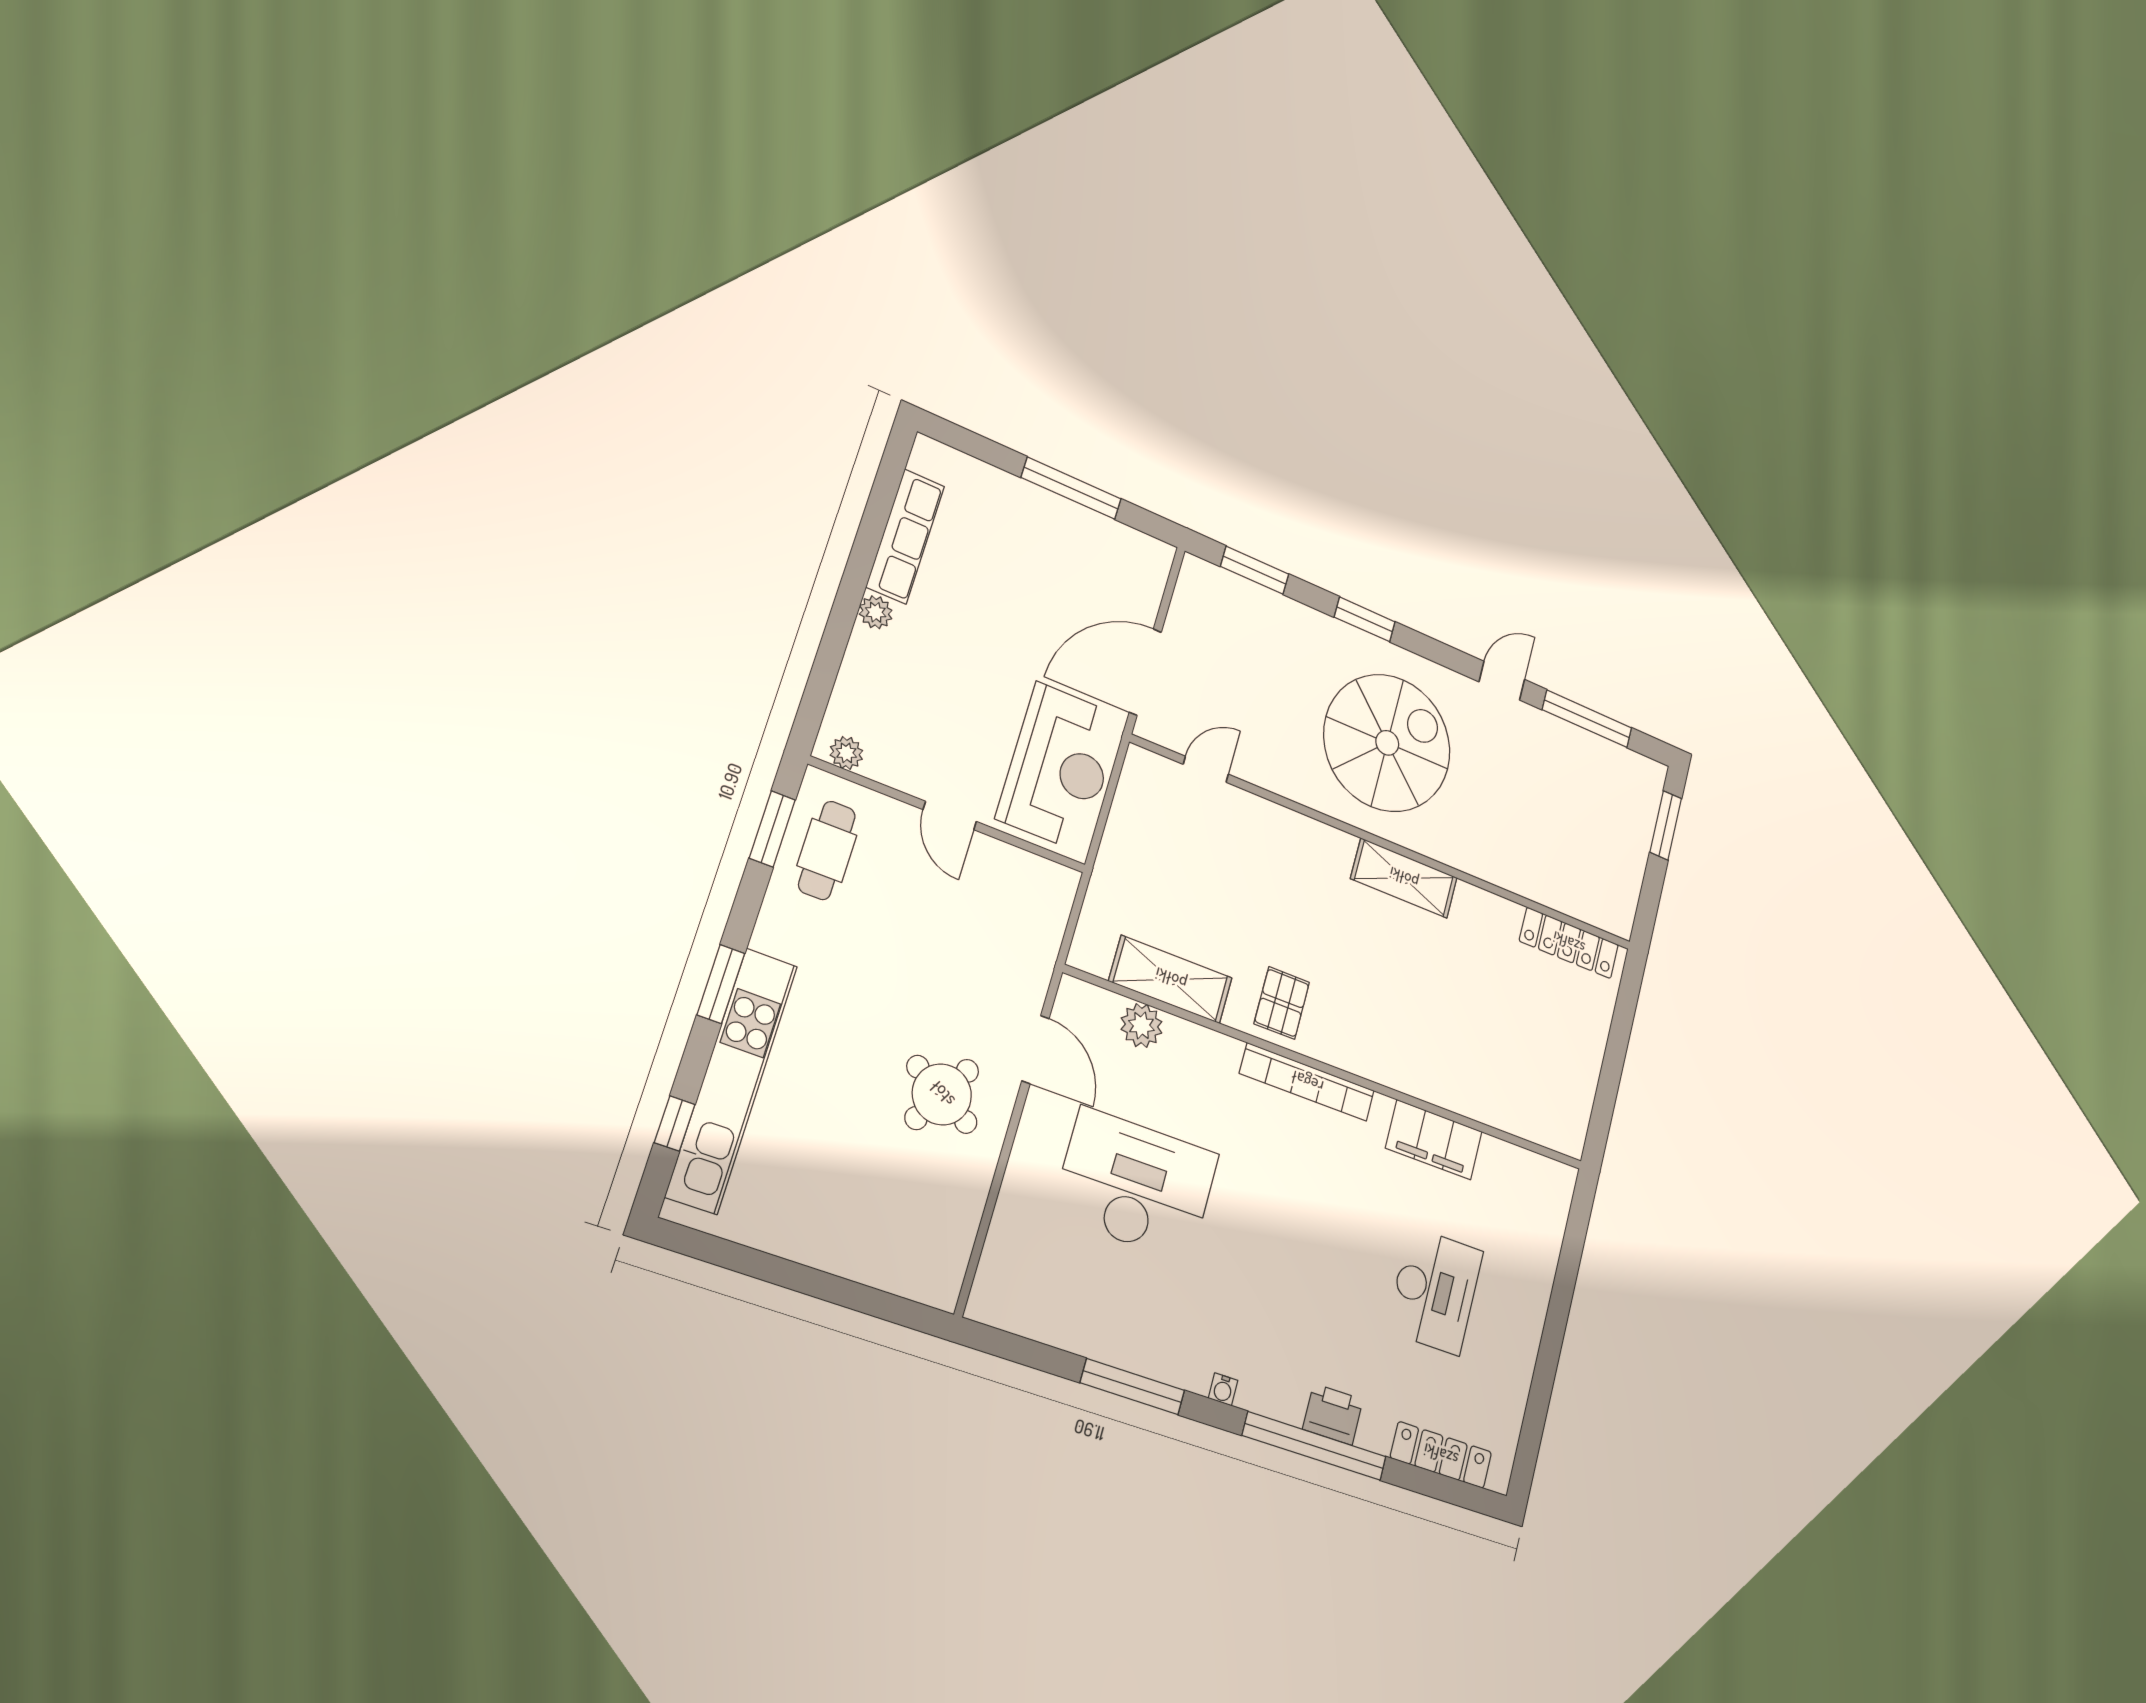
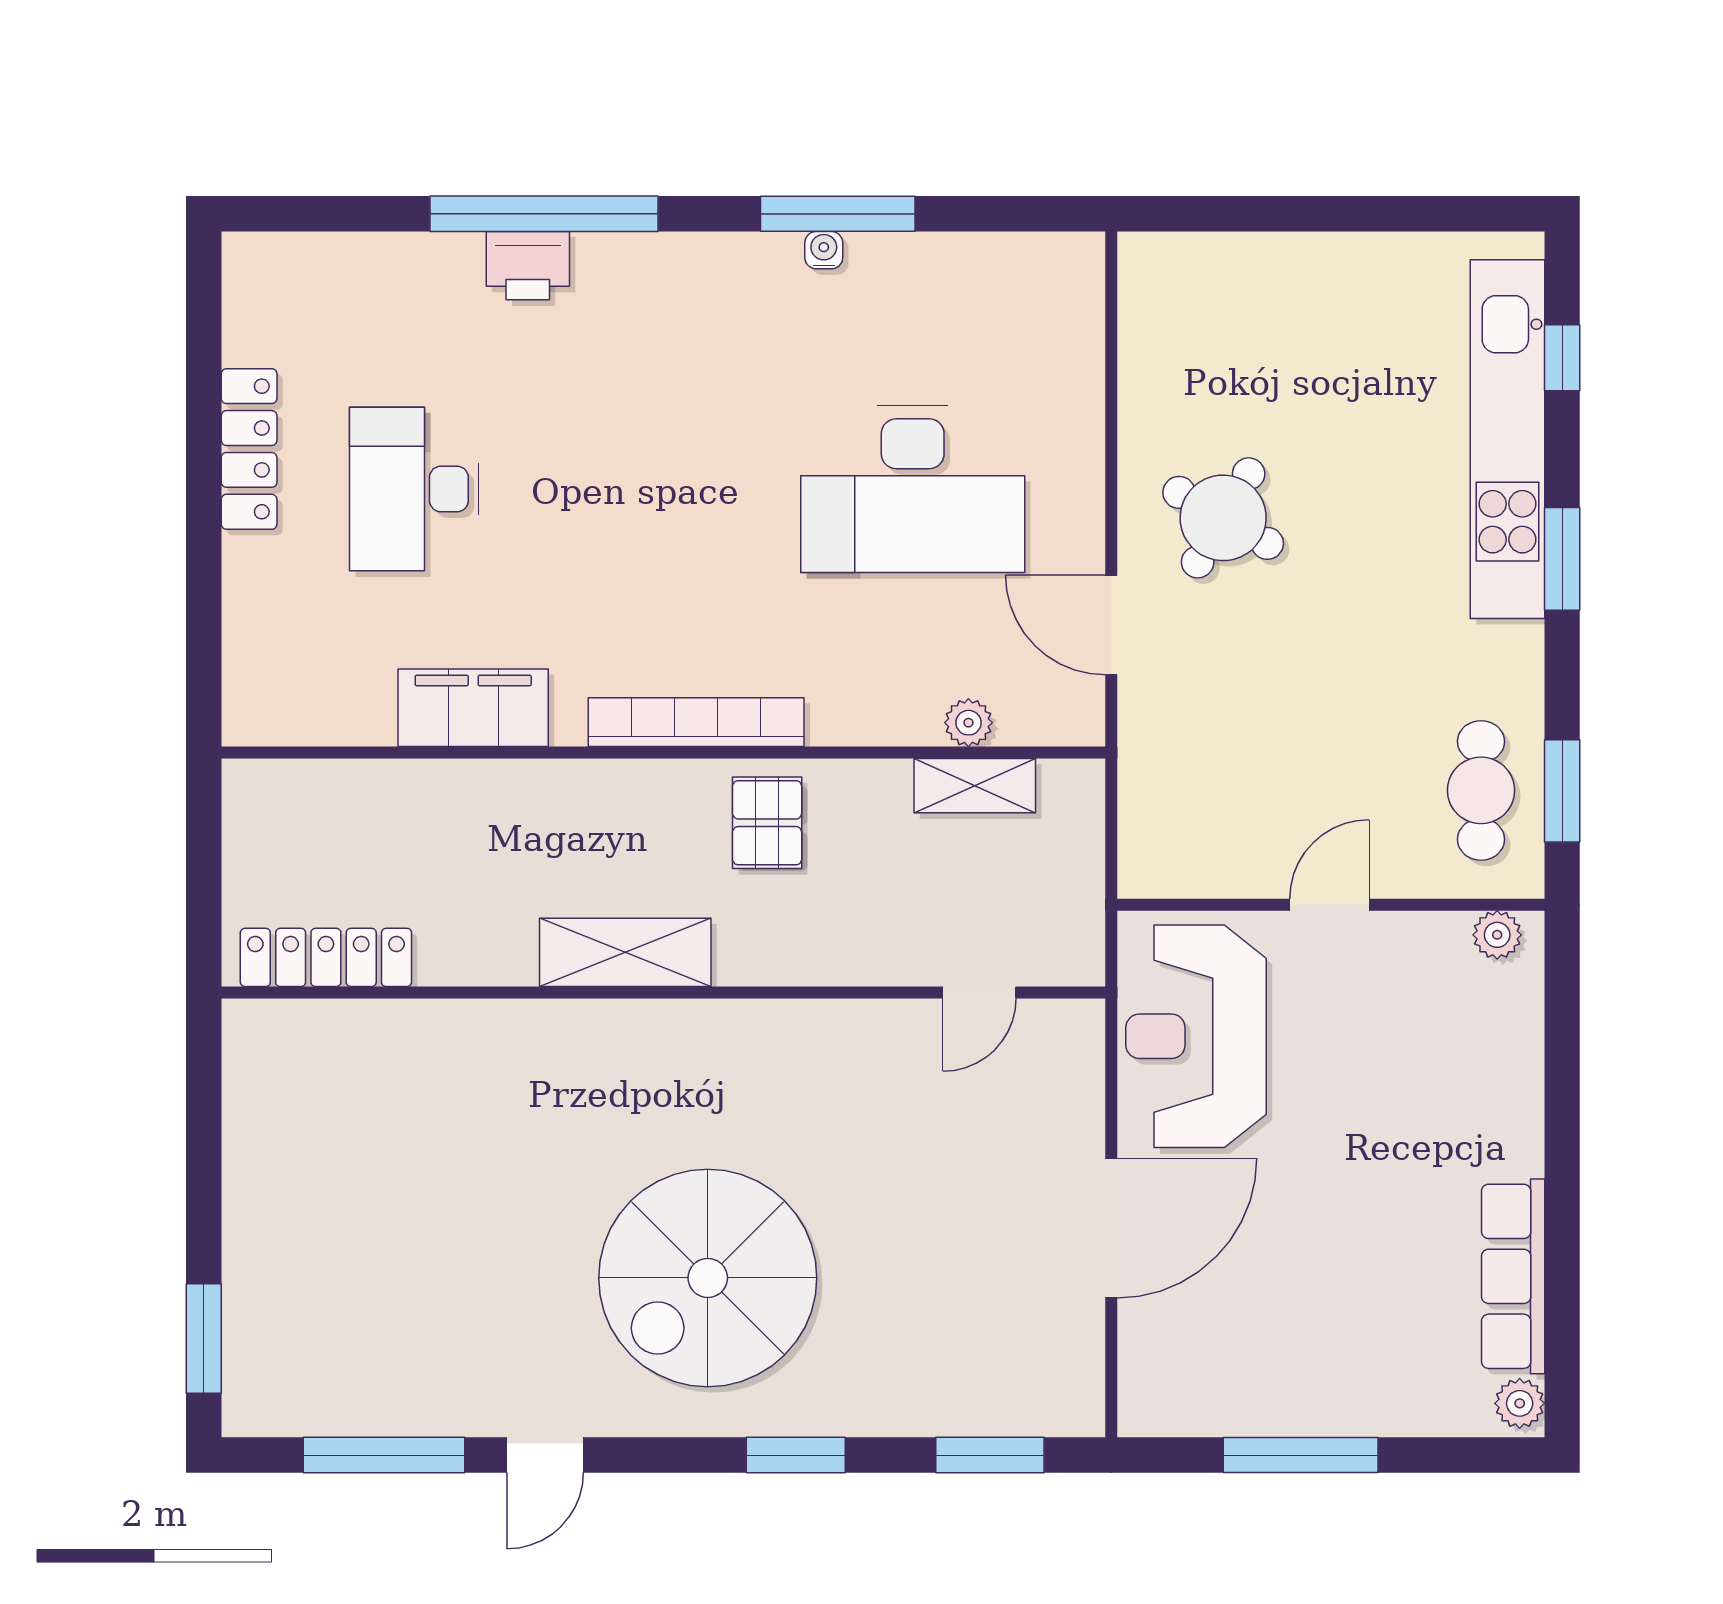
plant: (876, 612) -> (1520, 1403), moved
door: (1206, 769) -> (979, 993), moved
door: (950, 816) -> (1329, 905), hinge flipped
wall: (1389, 845) -> (663, 993), moved
shelving: (1404, 878) -> (625, 952), moved
locker: (1569, 943) -> (326, 957), moved
shelving: (1171, 979) -> (975, 786), width x0.67, depth x0.75
plant: (1142, 1025) -> (968, 723), width x0.73, depth x0.73
water cooler: (1223, 1389) -> (824, 250), moved
locker: (1441, 1455) -> (249, 449), moved, turned -90

